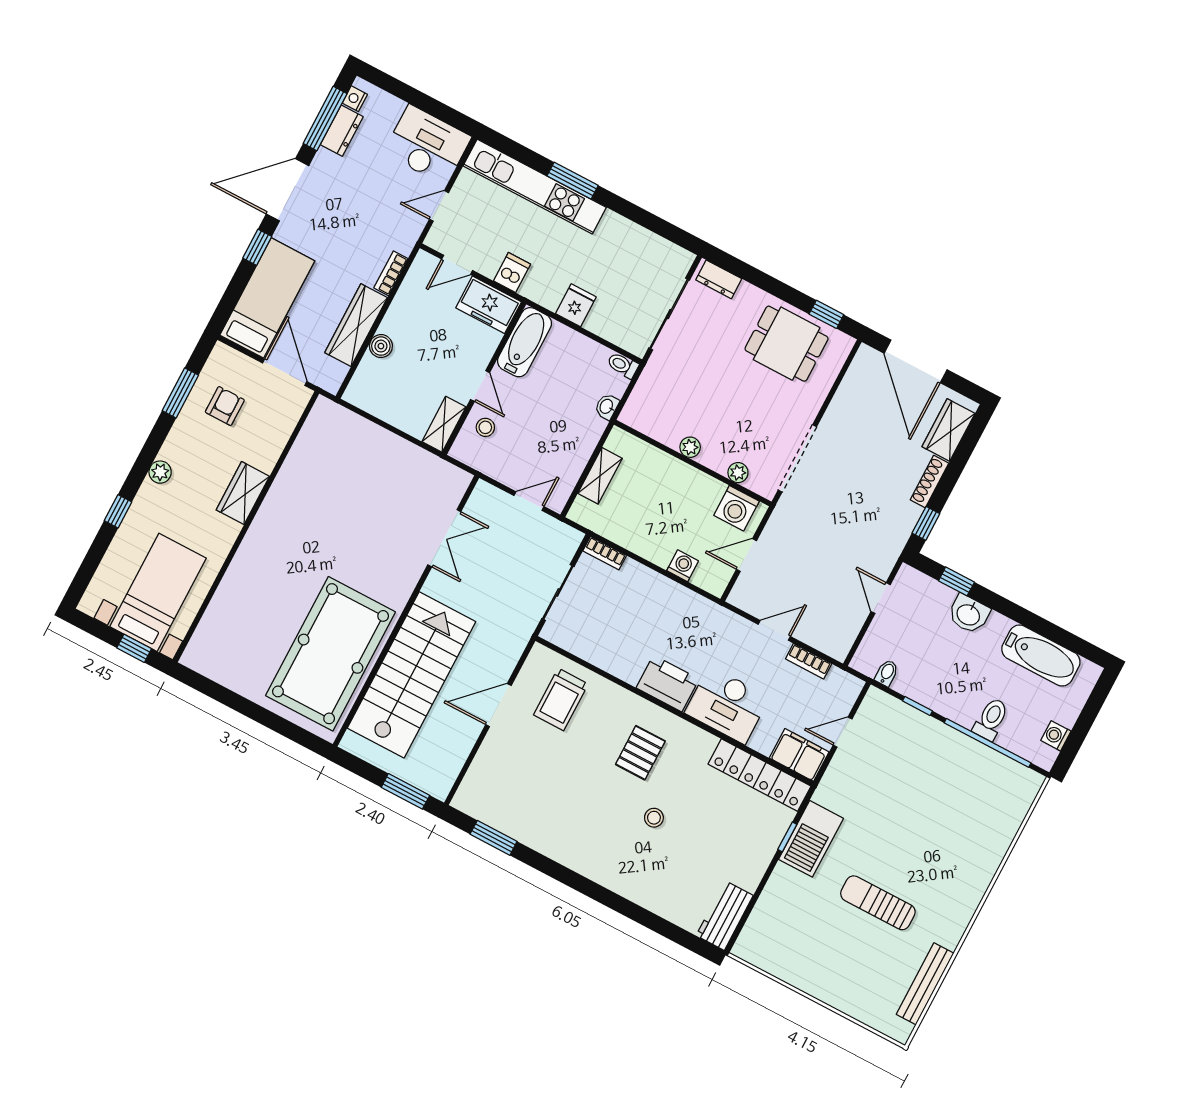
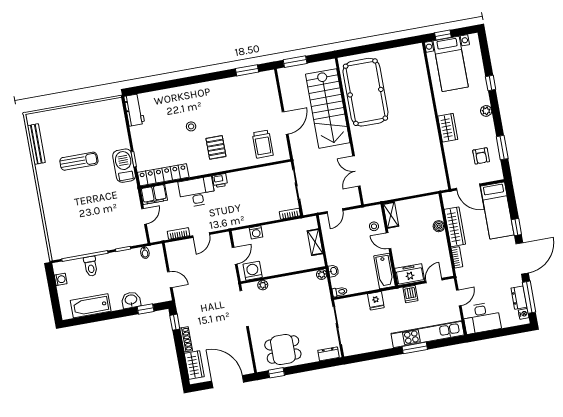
plant: (690, 447) -> (322, 275), moved
printer: (668, 683) -> (220, 181), width x0.53, depth x0.68
trolley: (561, 699) -> (263, 144), turned 180

